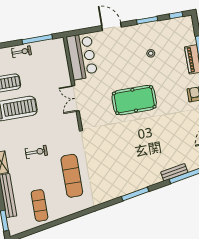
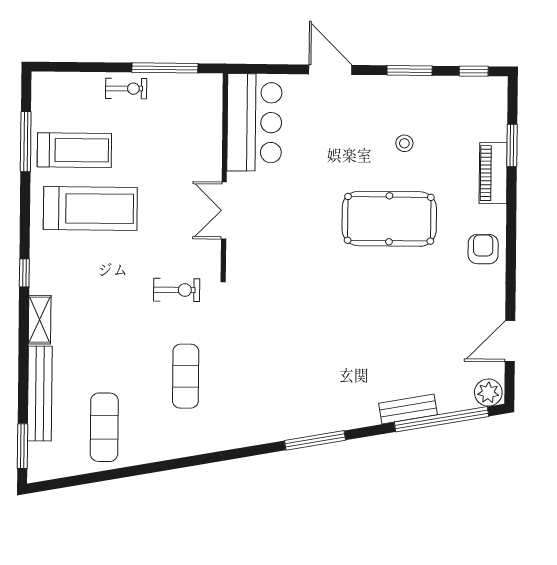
pool table: (134, 100) -> (389, 219), moved
exercise bike: (36, 152) -> (177, 290), moved
exercise mat: (72, 176) -> (186, 376), width x0.73, depth x0.69

